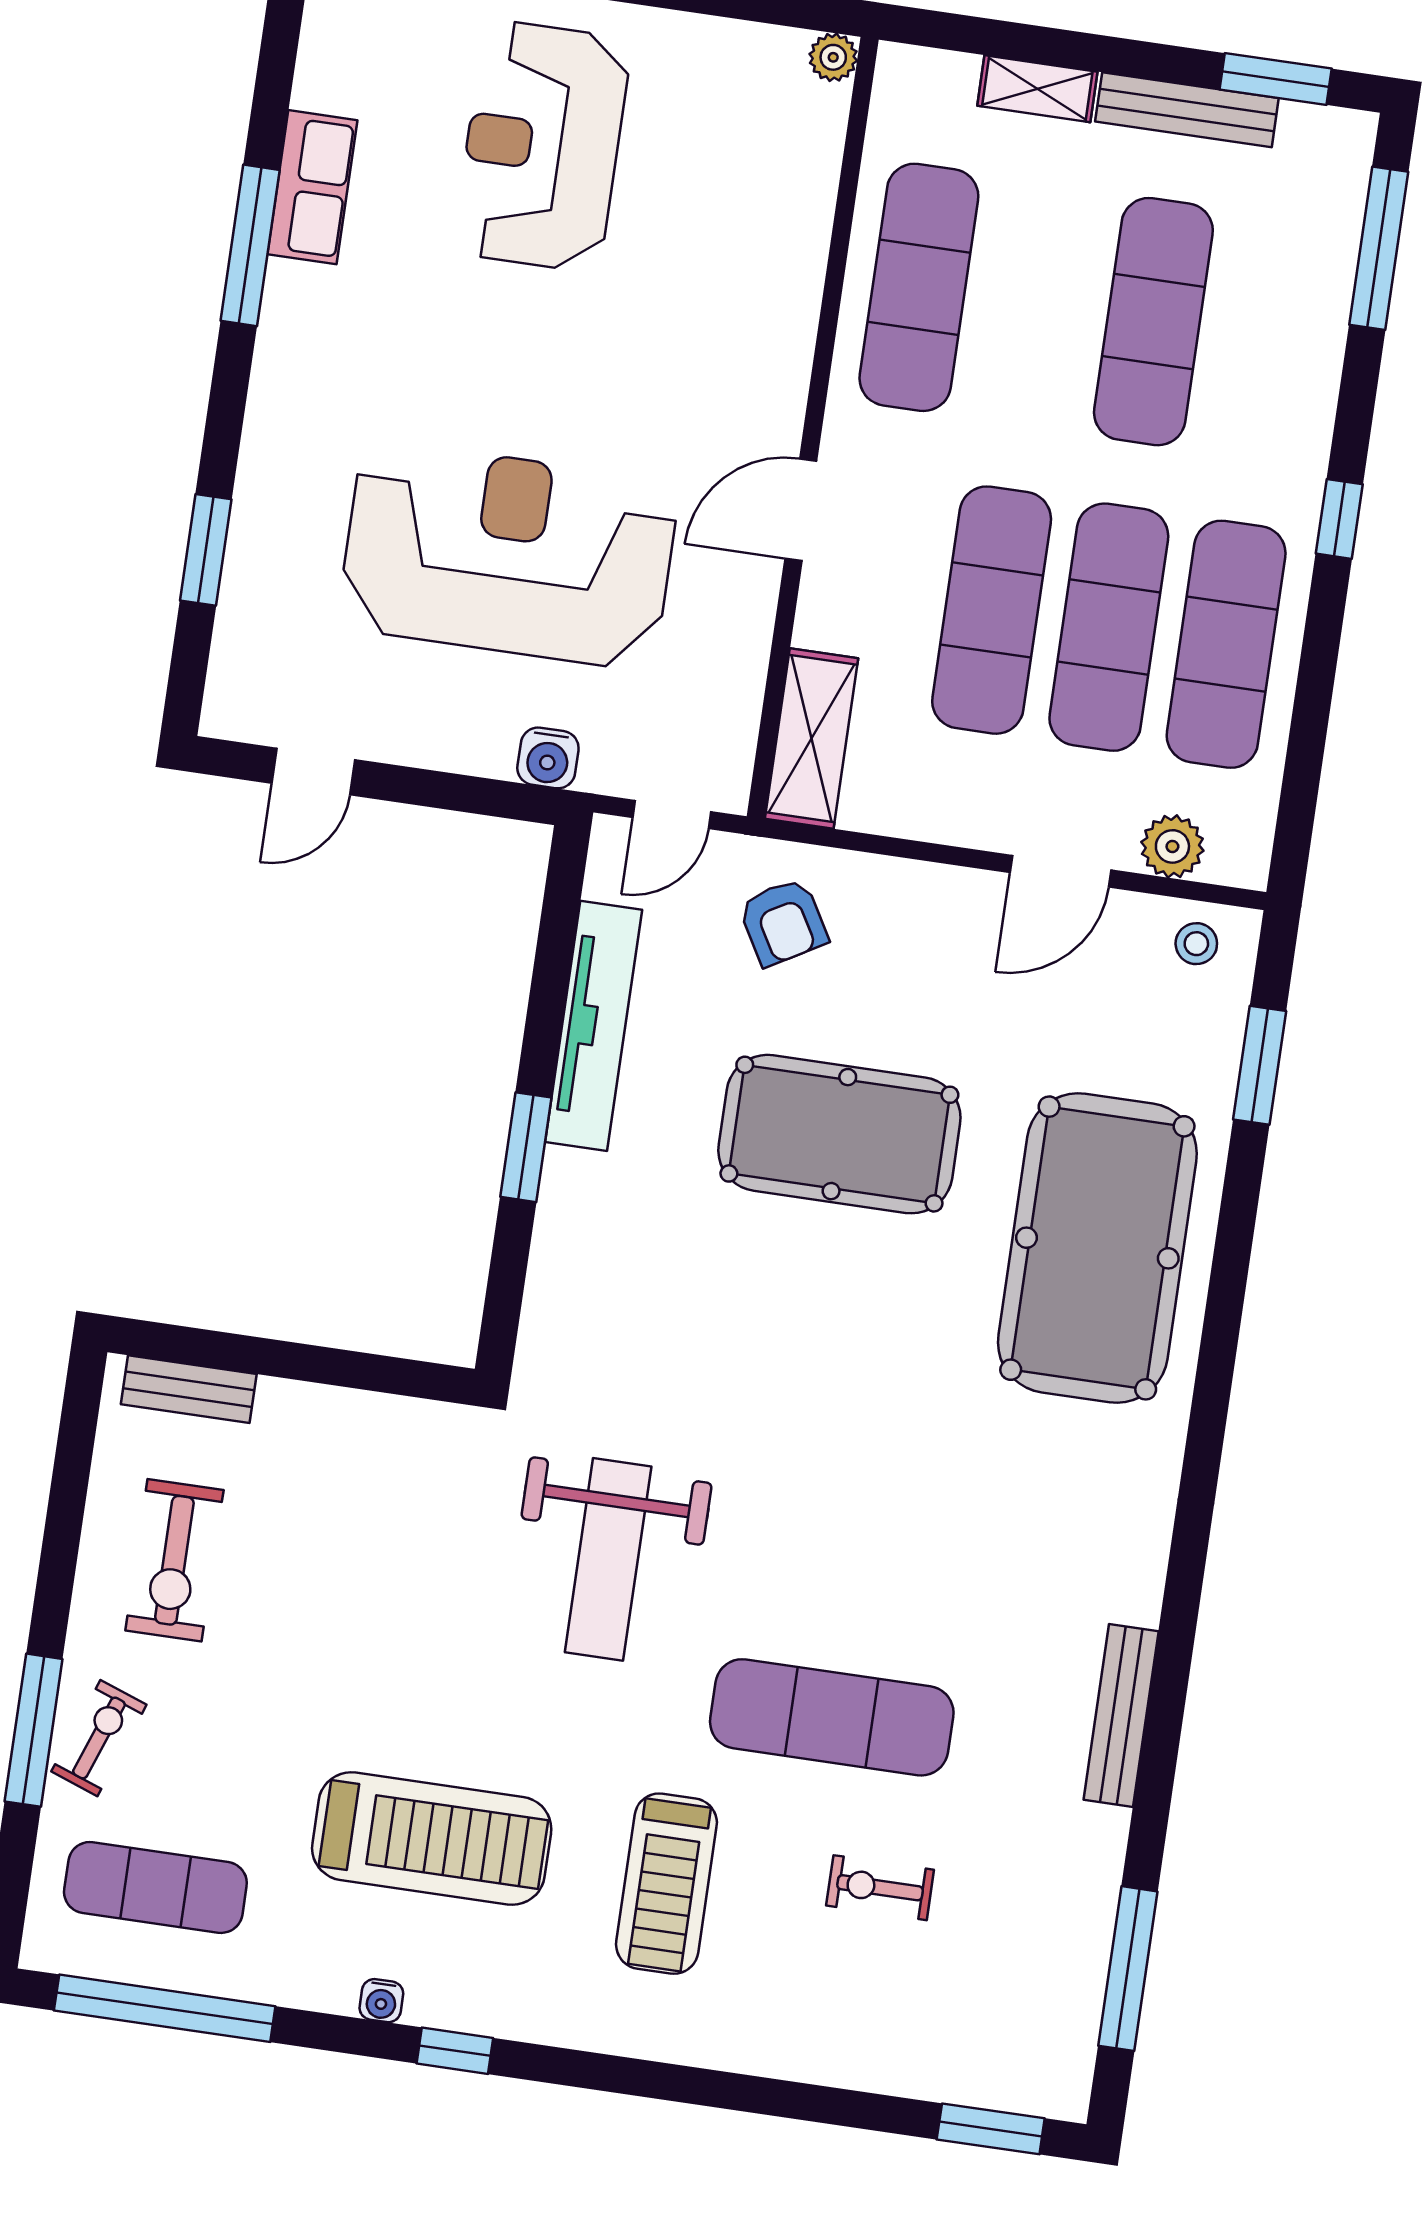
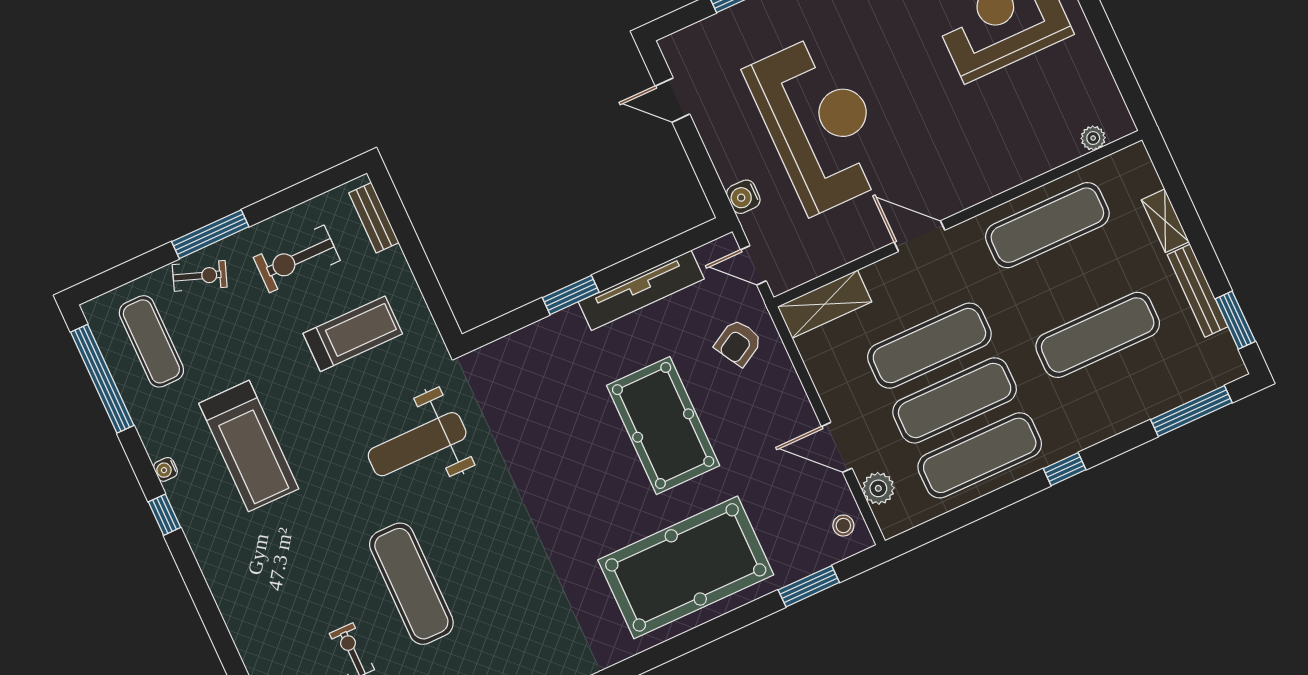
plant: (833, 57) -> (1093, 138), moved
window: (34, 1730) -> (210, 234), moved
treadmill: (666, 1884) -> (353, 334), moved, turned 180

